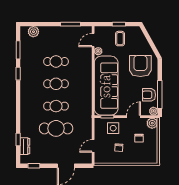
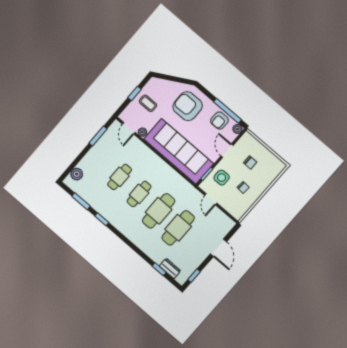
cafe table: (56, 106) -> (159, 211), width x1.37, depth x1.35
plant: (152, 123) -> (247, 139), removed
door: (93, 146) -> (211, 199), moved

